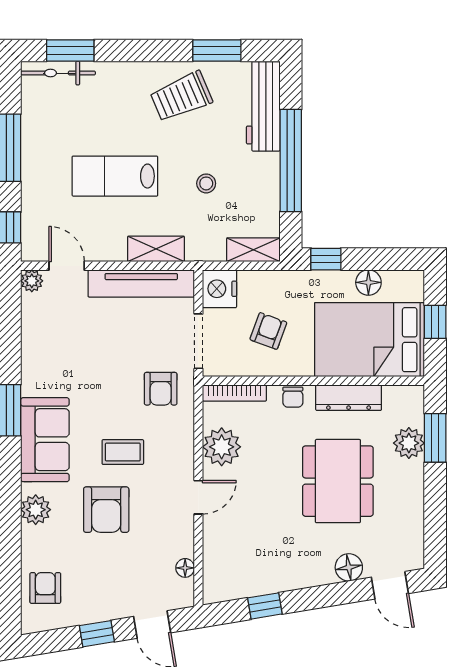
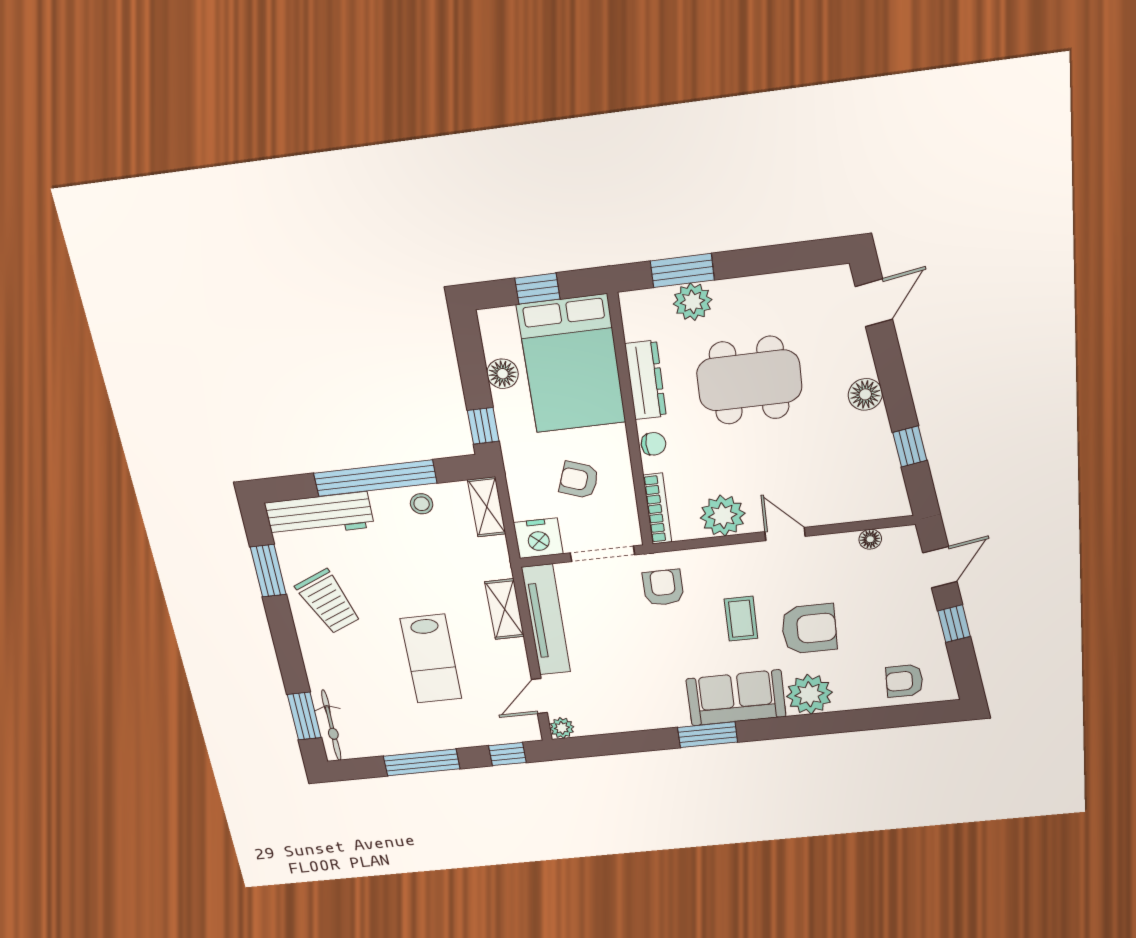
stool: (206, 183) -> (422, 504), moved
armchair: (161, 389) -> (663, 587), turned -90
plant: (36, 510) -> (809, 694), width x1.36, depth x1.36
floor lamp: (349, 567) -> (865, 394), moved

